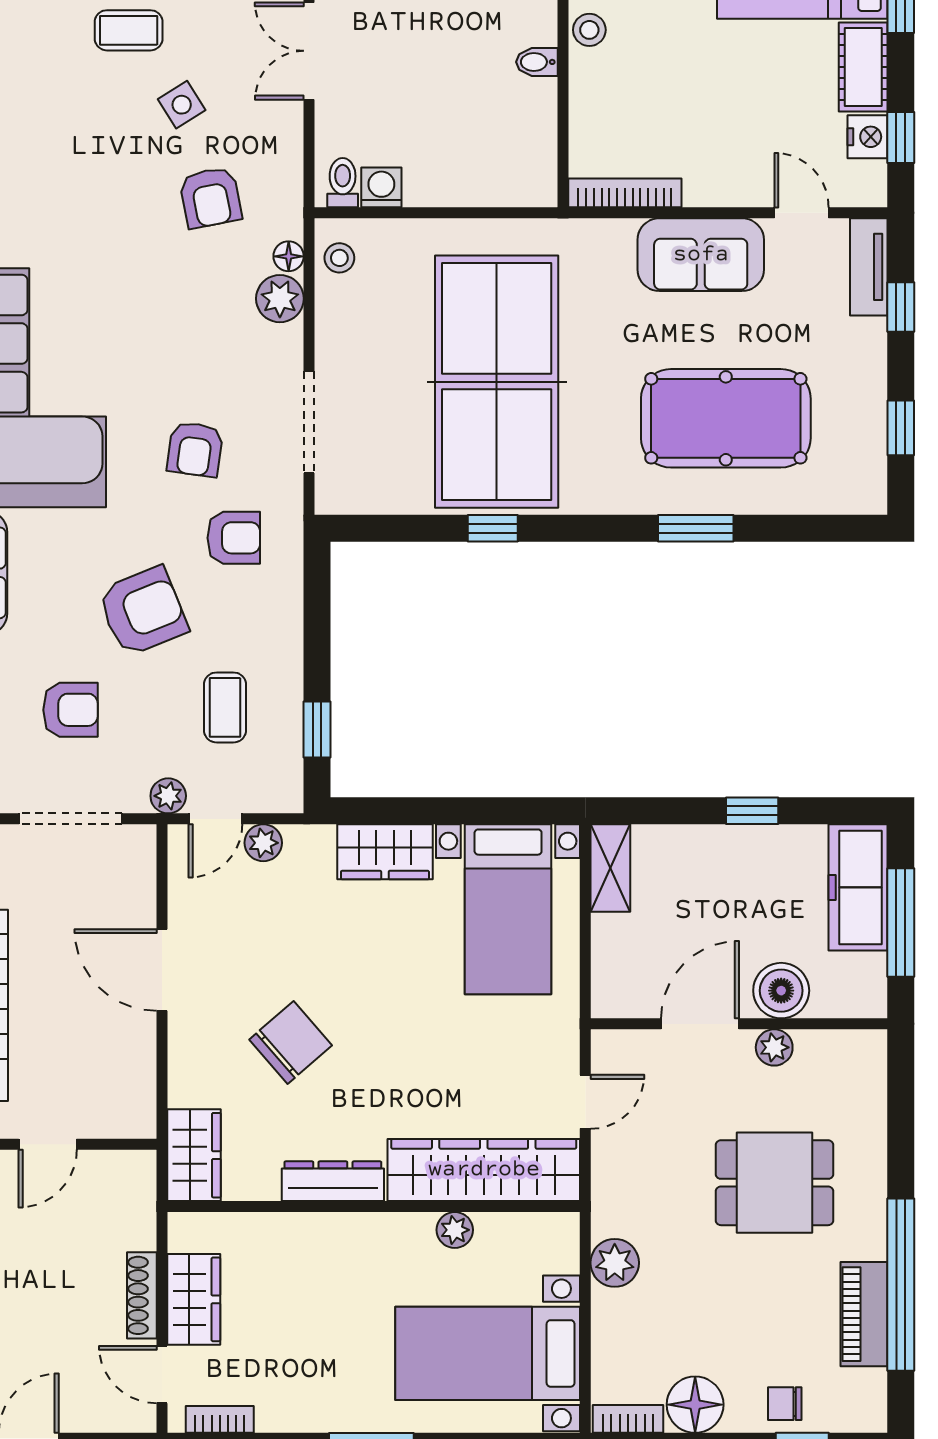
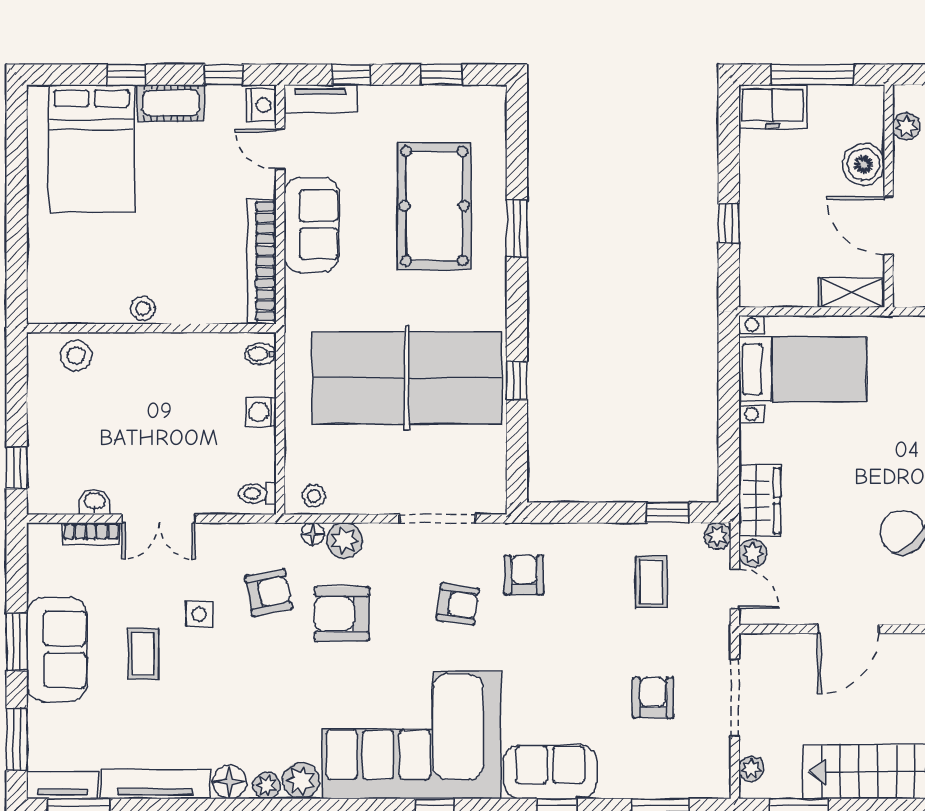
bidet: (537, 62) -> (260, 354), moved, turned 90
side table: (182, 105) -> (199, 614), turned 32
nightstand: (867, 137) -> (261, 105), moved, turned 90
washing machine: (381, 187) -> (261, 412), moved
bookcase: (625, 193) -> (262, 261), width x1.48, depth x1.31
door: (802, 213) -> (280, 149), hinge flipped
armchair: (143, 611) -> (342, 614), moved, turned -68
coffee table: (225, 707) -> (651, 582), turned 90
plant: (168, 796) -> (718, 536), moved
window: (752, 811) -> (729, 223), moved
wardrobe: (385, 852) -> (760, 501), moved
shelving: (610, 868) -> (852, 293), moved
freezer: (858, 887) -> (773, 107), width x0.71
plant: (774, 1047) -> (906, 126), moved

